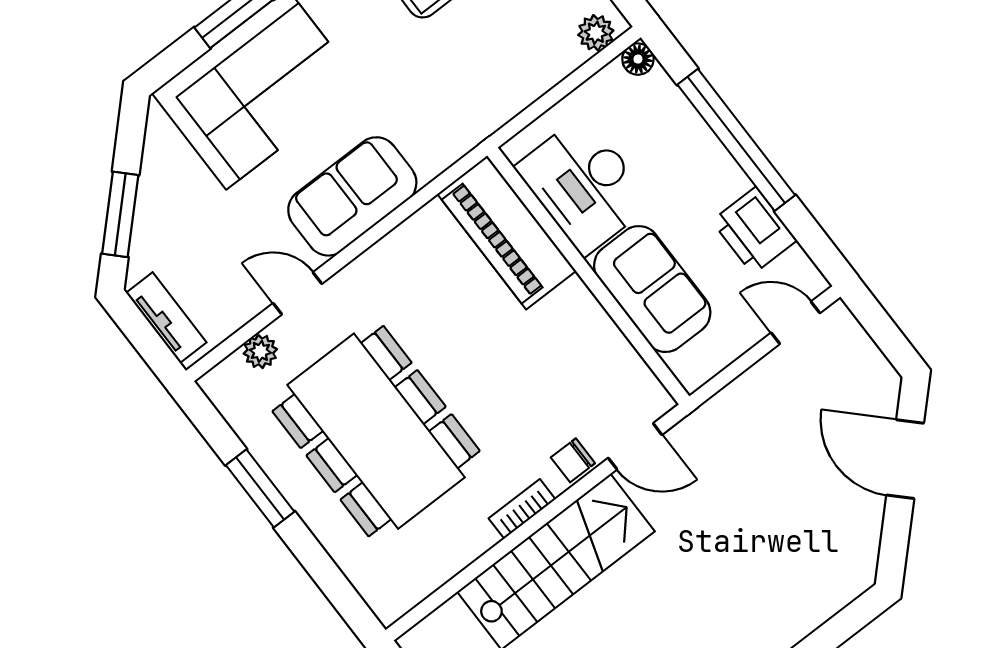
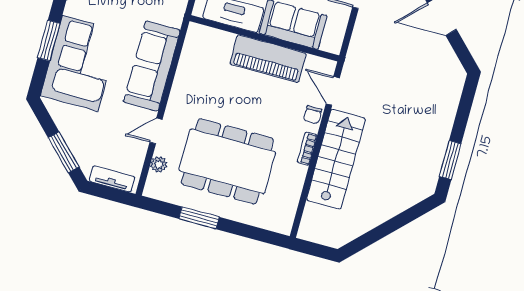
sofa: (352, 196) -> (152, 66), width x1.36
piano: (507, 232) -> (268, 59), moved
door: (635, 446) -> (333, 91), swing flipped

